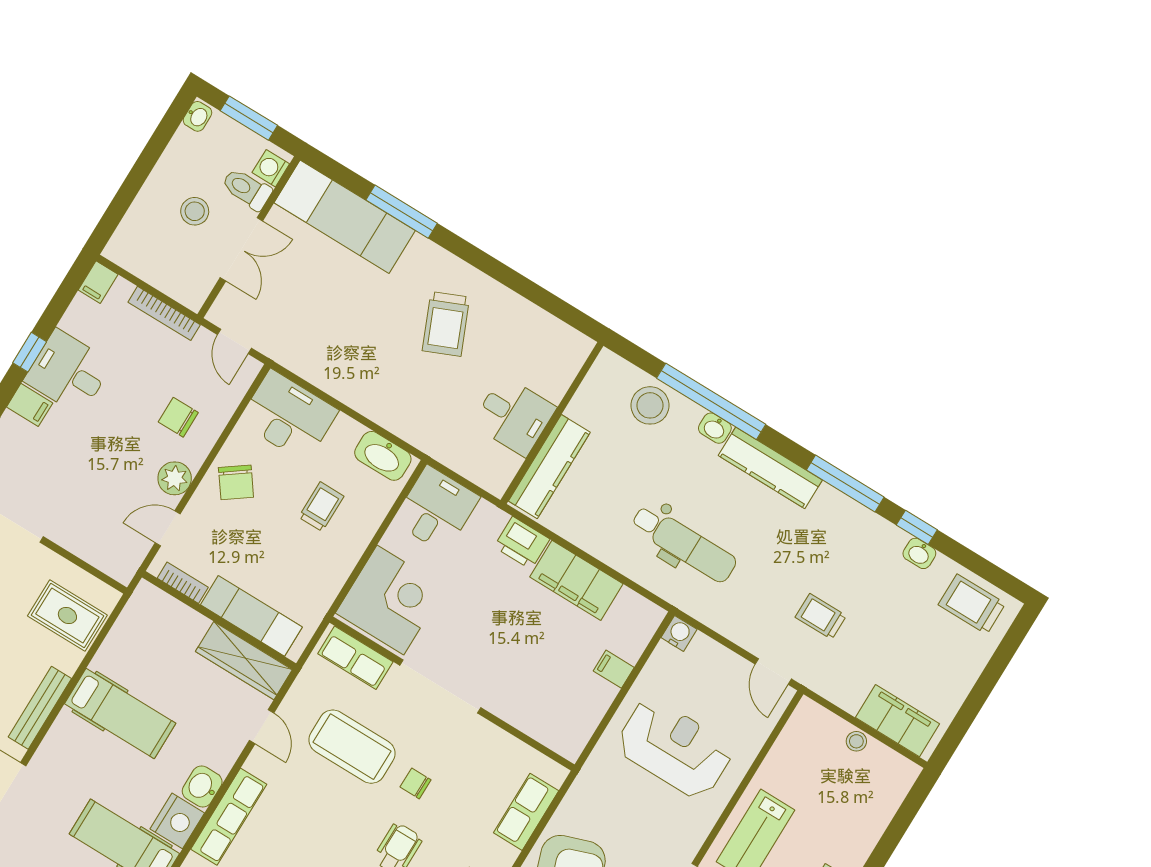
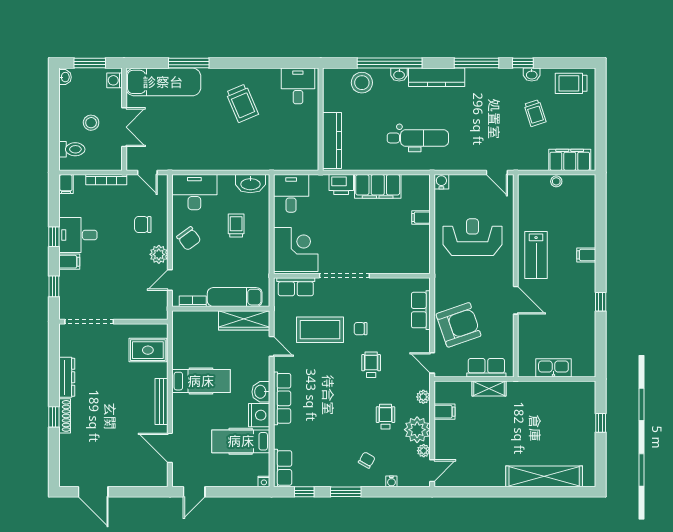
toilet: (247, 189) -> (72, 149), moved, turned 180
desk: (514, 416) -> (298, 86), moved, turned -90
trolley: (821, 616) -> (535, 113), moved, turned -108

